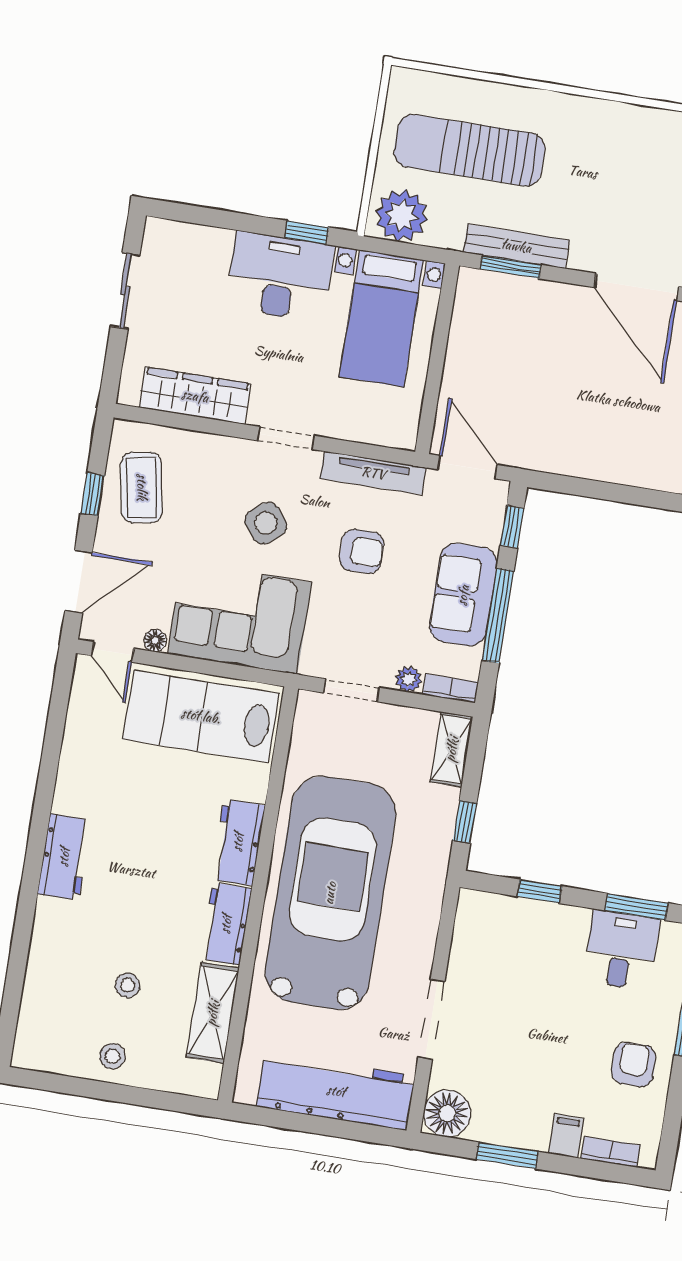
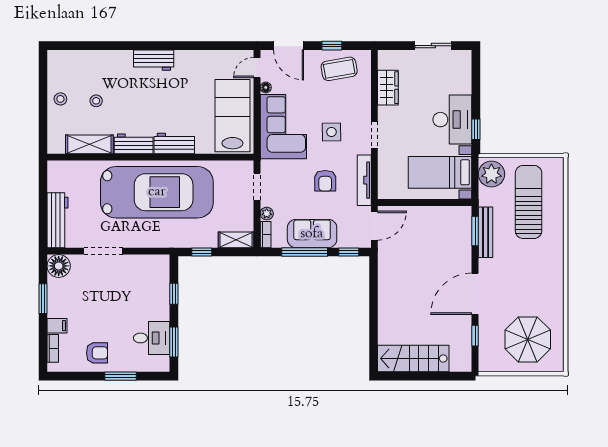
wardrobe: (195, 396) -> (388, 88), width x0.67
side table: (266, 523) -> (331, 132), turned 38
workbench: (336, 1091) -> (58, 220), width x0.73, depth x0.76

